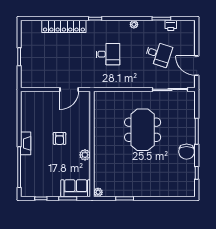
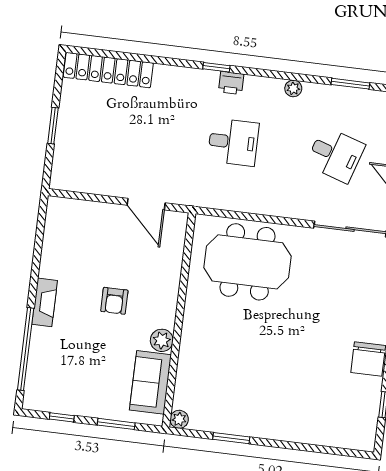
printer: (171, 25) -> (231, 83), moved
locker: (64, 26) -> (108, 70), moved
door: (69, 89) -> (146, 204), hinge flipped
meeting table: (143, 130) -> (247, 262), moved, turned 90
sofa: (76, 188) -> (150, 382), moved, turned -90

